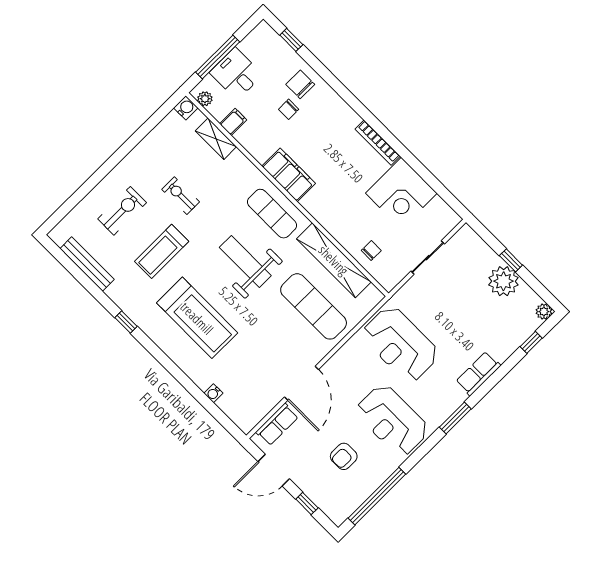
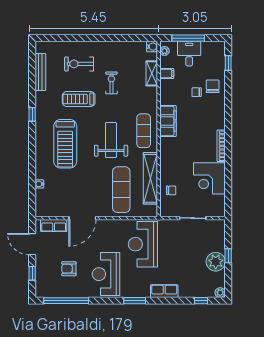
exercise bike: (122, 211) -> (79, 64), turned 180

